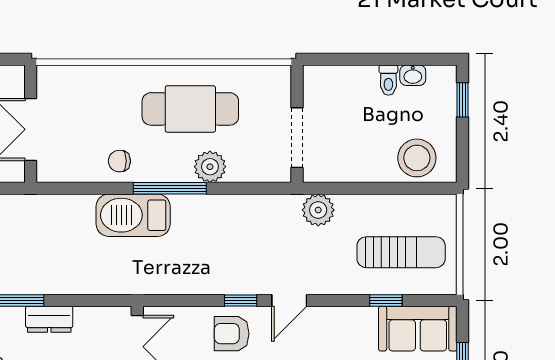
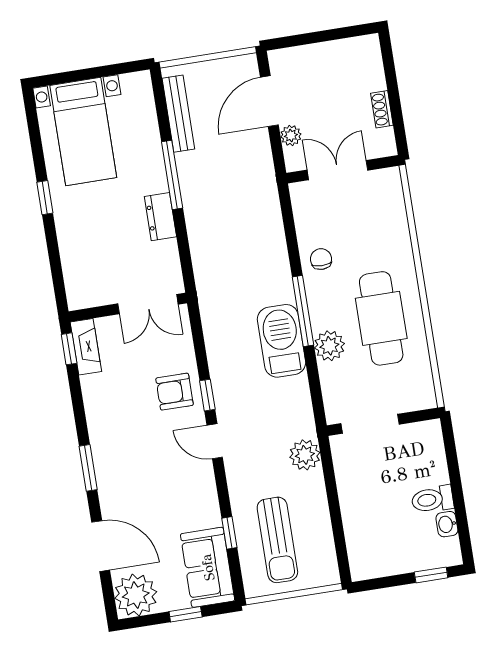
toilet: (388, 80) -> (432, 499), width x1.37, depth x1.39
stool: (417, 158) -> (369, 541), removed
barbecue: (133, 215) -> (282, 341), moved
armchair: (232, 334) -> (175, 392), turned -90

